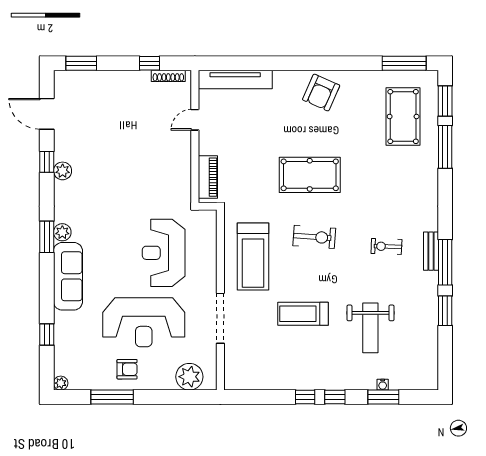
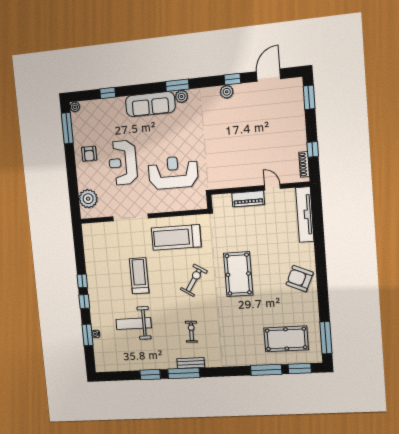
piano: (208, 177) -> (248, 199), moved
exercise bike: (314, 237) -> (194, 280), turned -151
reception desk: (144, 322) -> (123, 163), width x0.74, depth x0.77
window: (112, 397) -> (67, 128), moved

